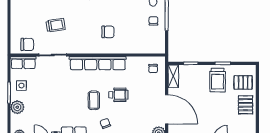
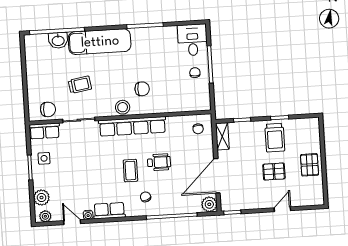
stool: (90, 46) -> (123, 107), added
pallet: (243, 82) -> (274, 172), moved
plant: (17, 107) -> (41, 198), moved
door: (167, 109) -> (217, 176), swing flipped

